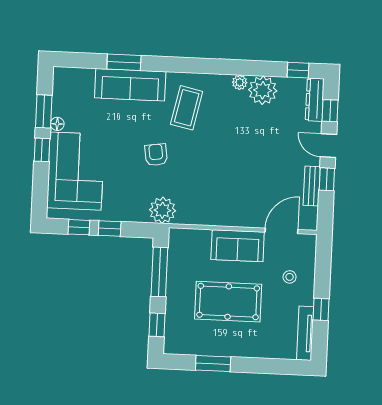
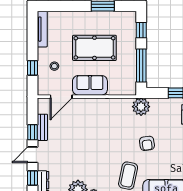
door: (328, 146) -> (32, 155), swing flipped
window: (321, 309) -> (32, 68), moved

